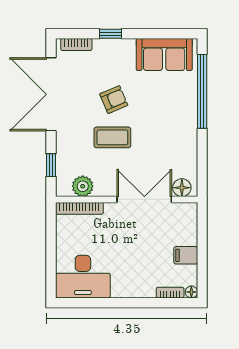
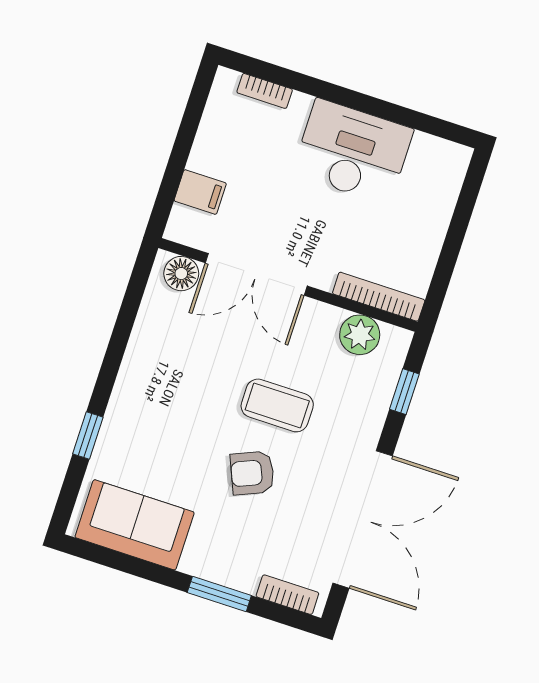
window: (110, 34) -> (219, 594), width x1.50
window: (202, 91) -> (88, 436), width x0.32
filing cabinet: (186, 255) -> (200, 192), moved
desk: (83, 277) -> (353, 152), moved
floor lamp: (191, 292) -> (226, 79), removed

